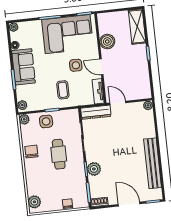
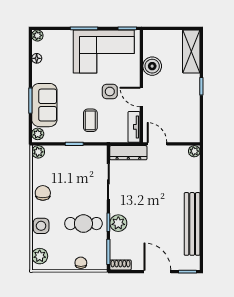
sofa: (23, 67) -> (44, 105), moved
side table: (46, 121) -> (41, 226), moved
cafe table: (59, 154) -> (83, 224), moved, turned 90

